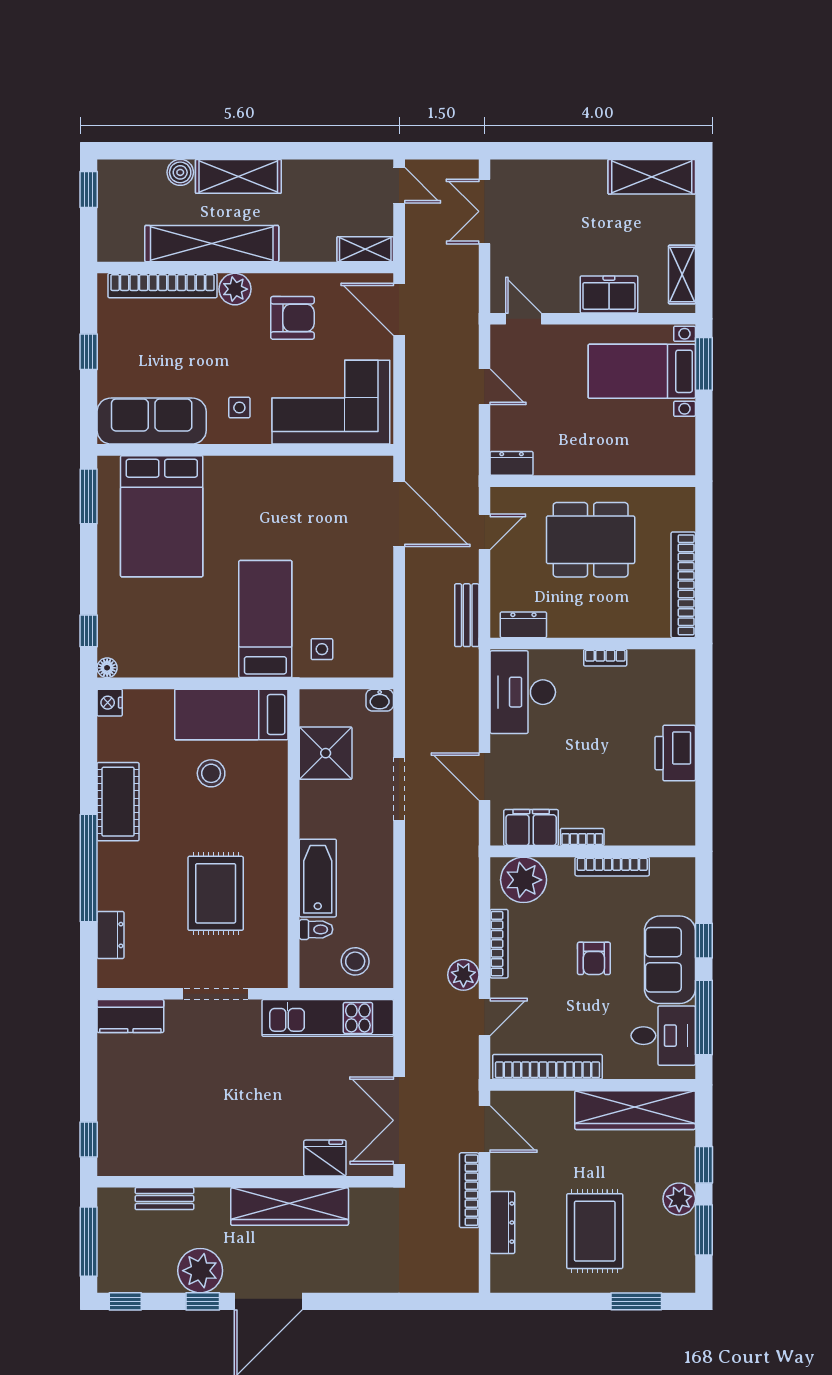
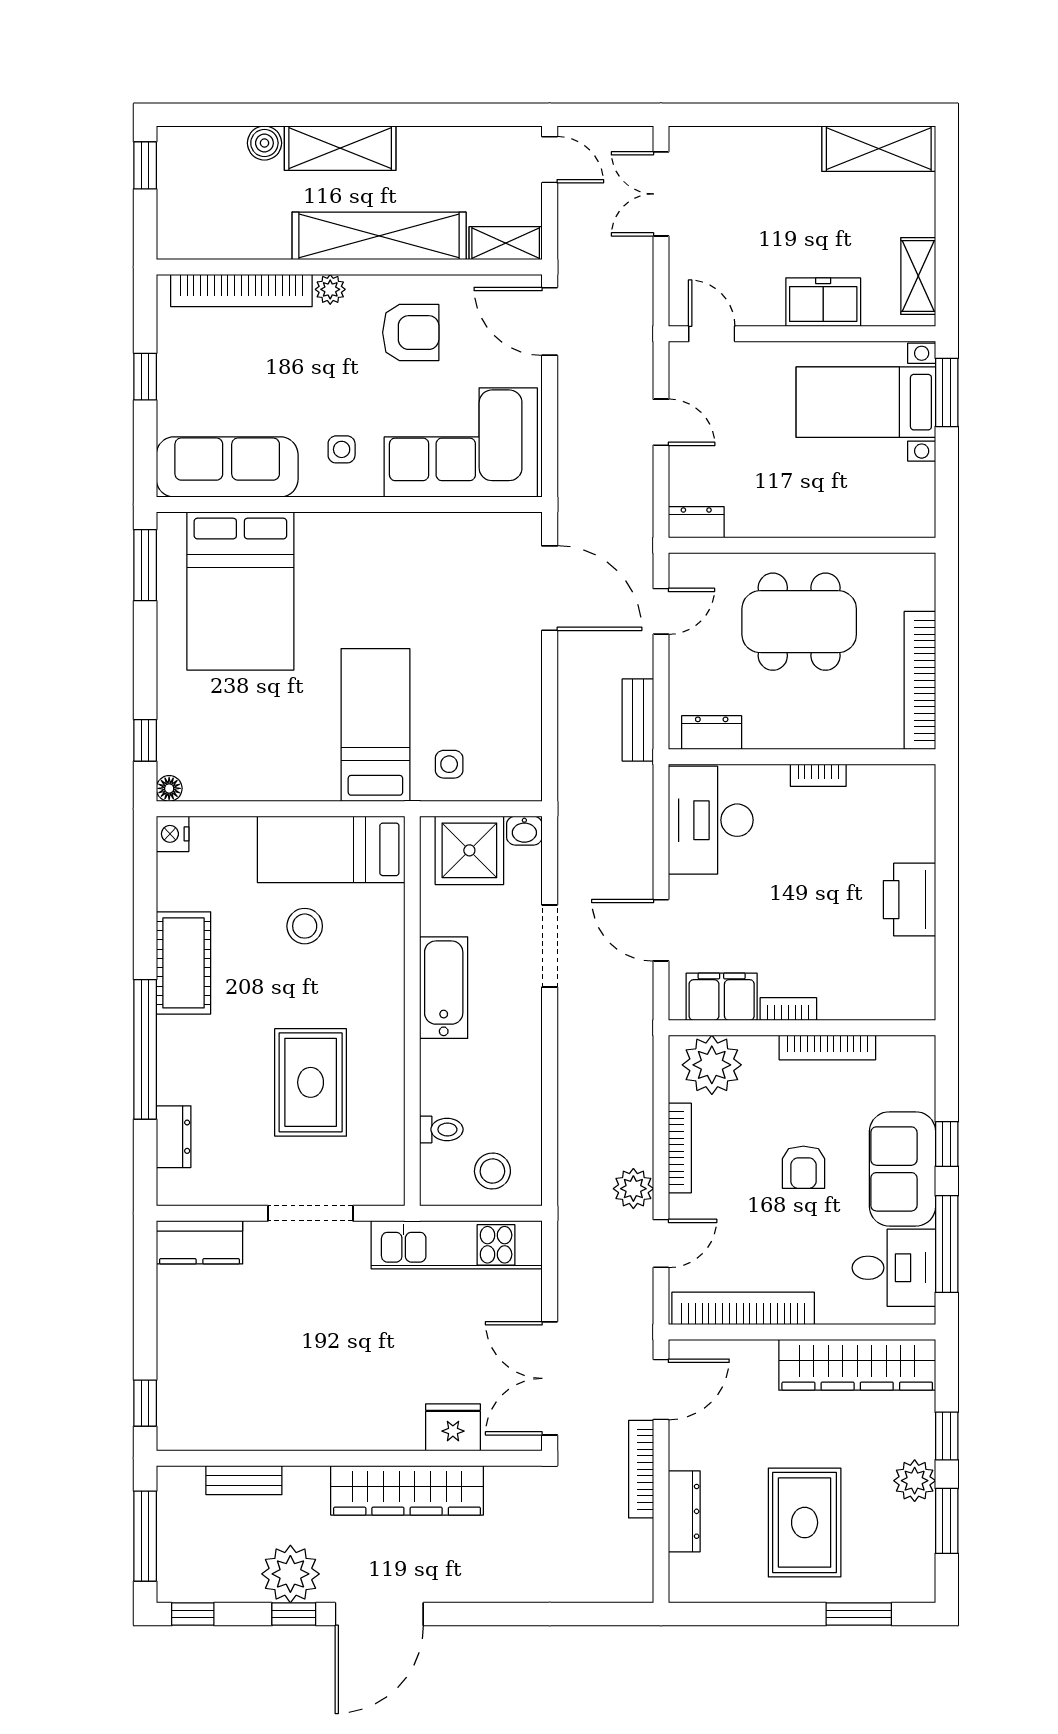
shelving: (212, 244) -> (379, 236), moved
plant: (235, 289) -> (330, 289), width x0.73, depth x0.73
shower: (326, 753) -> (469, 850), moved
bathtub: (318, 878) -> (444, 988), moved
door: (485, 1129) -> (661, 1389), hinge flipped

